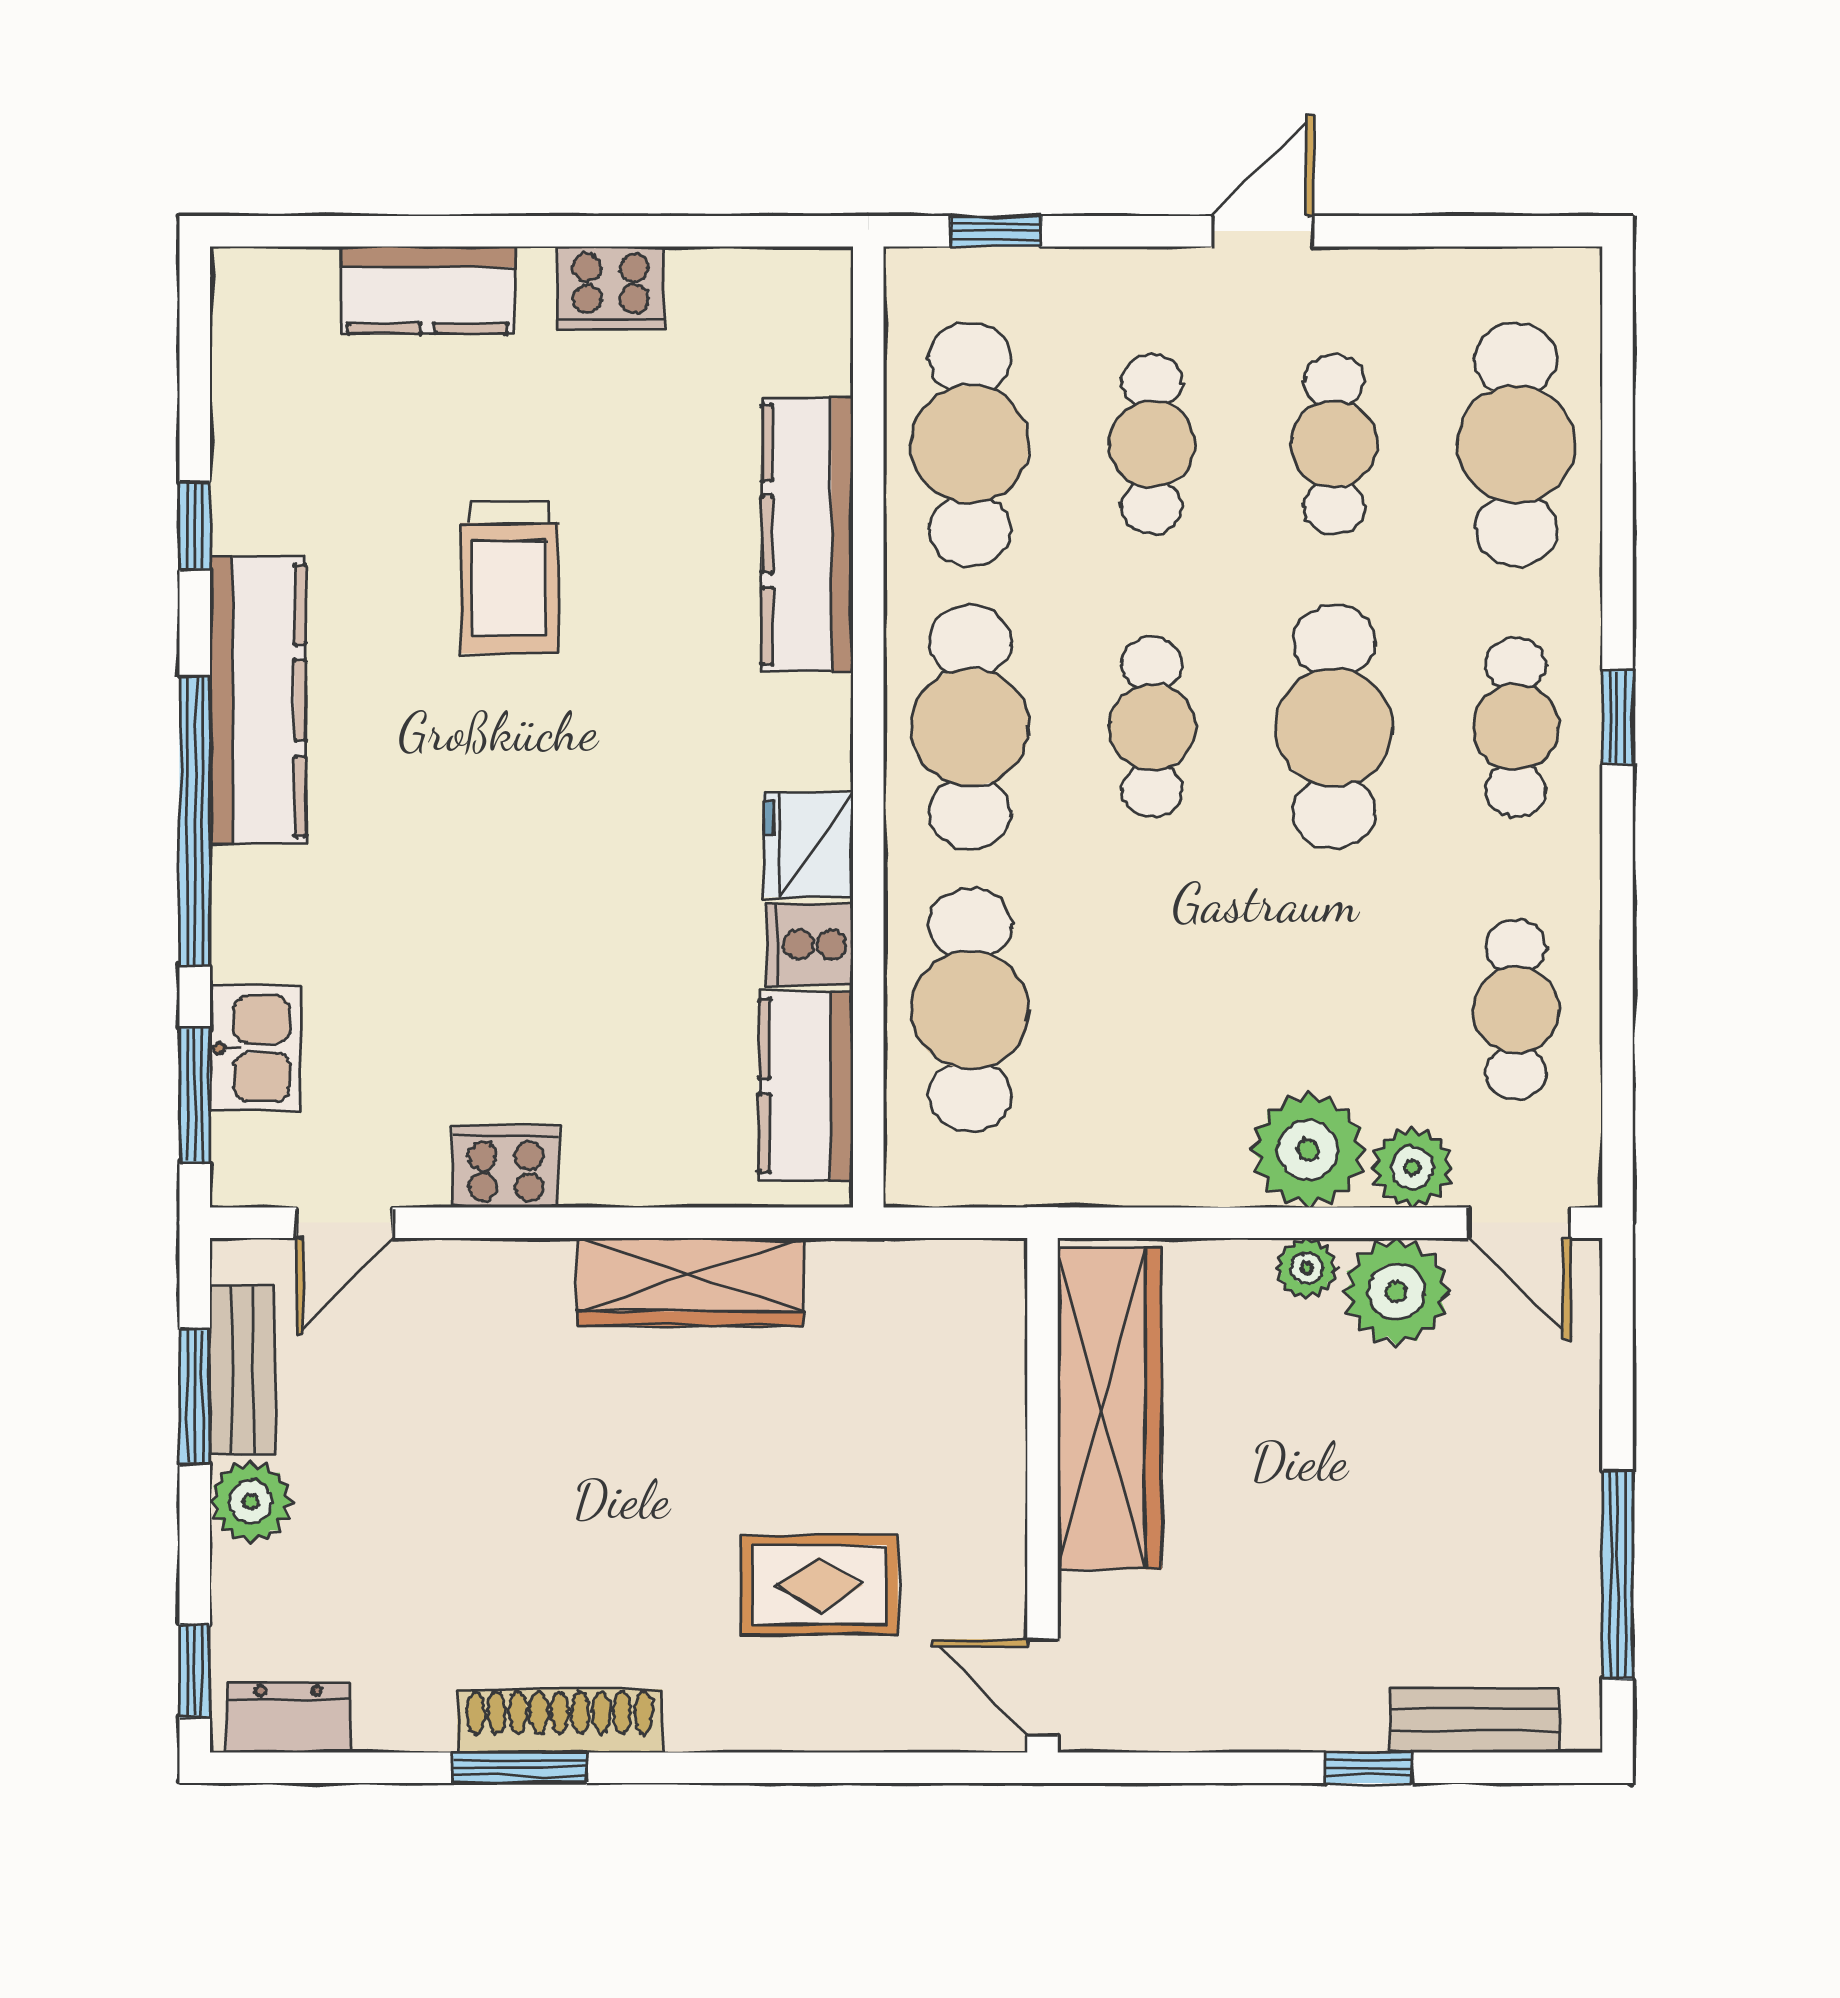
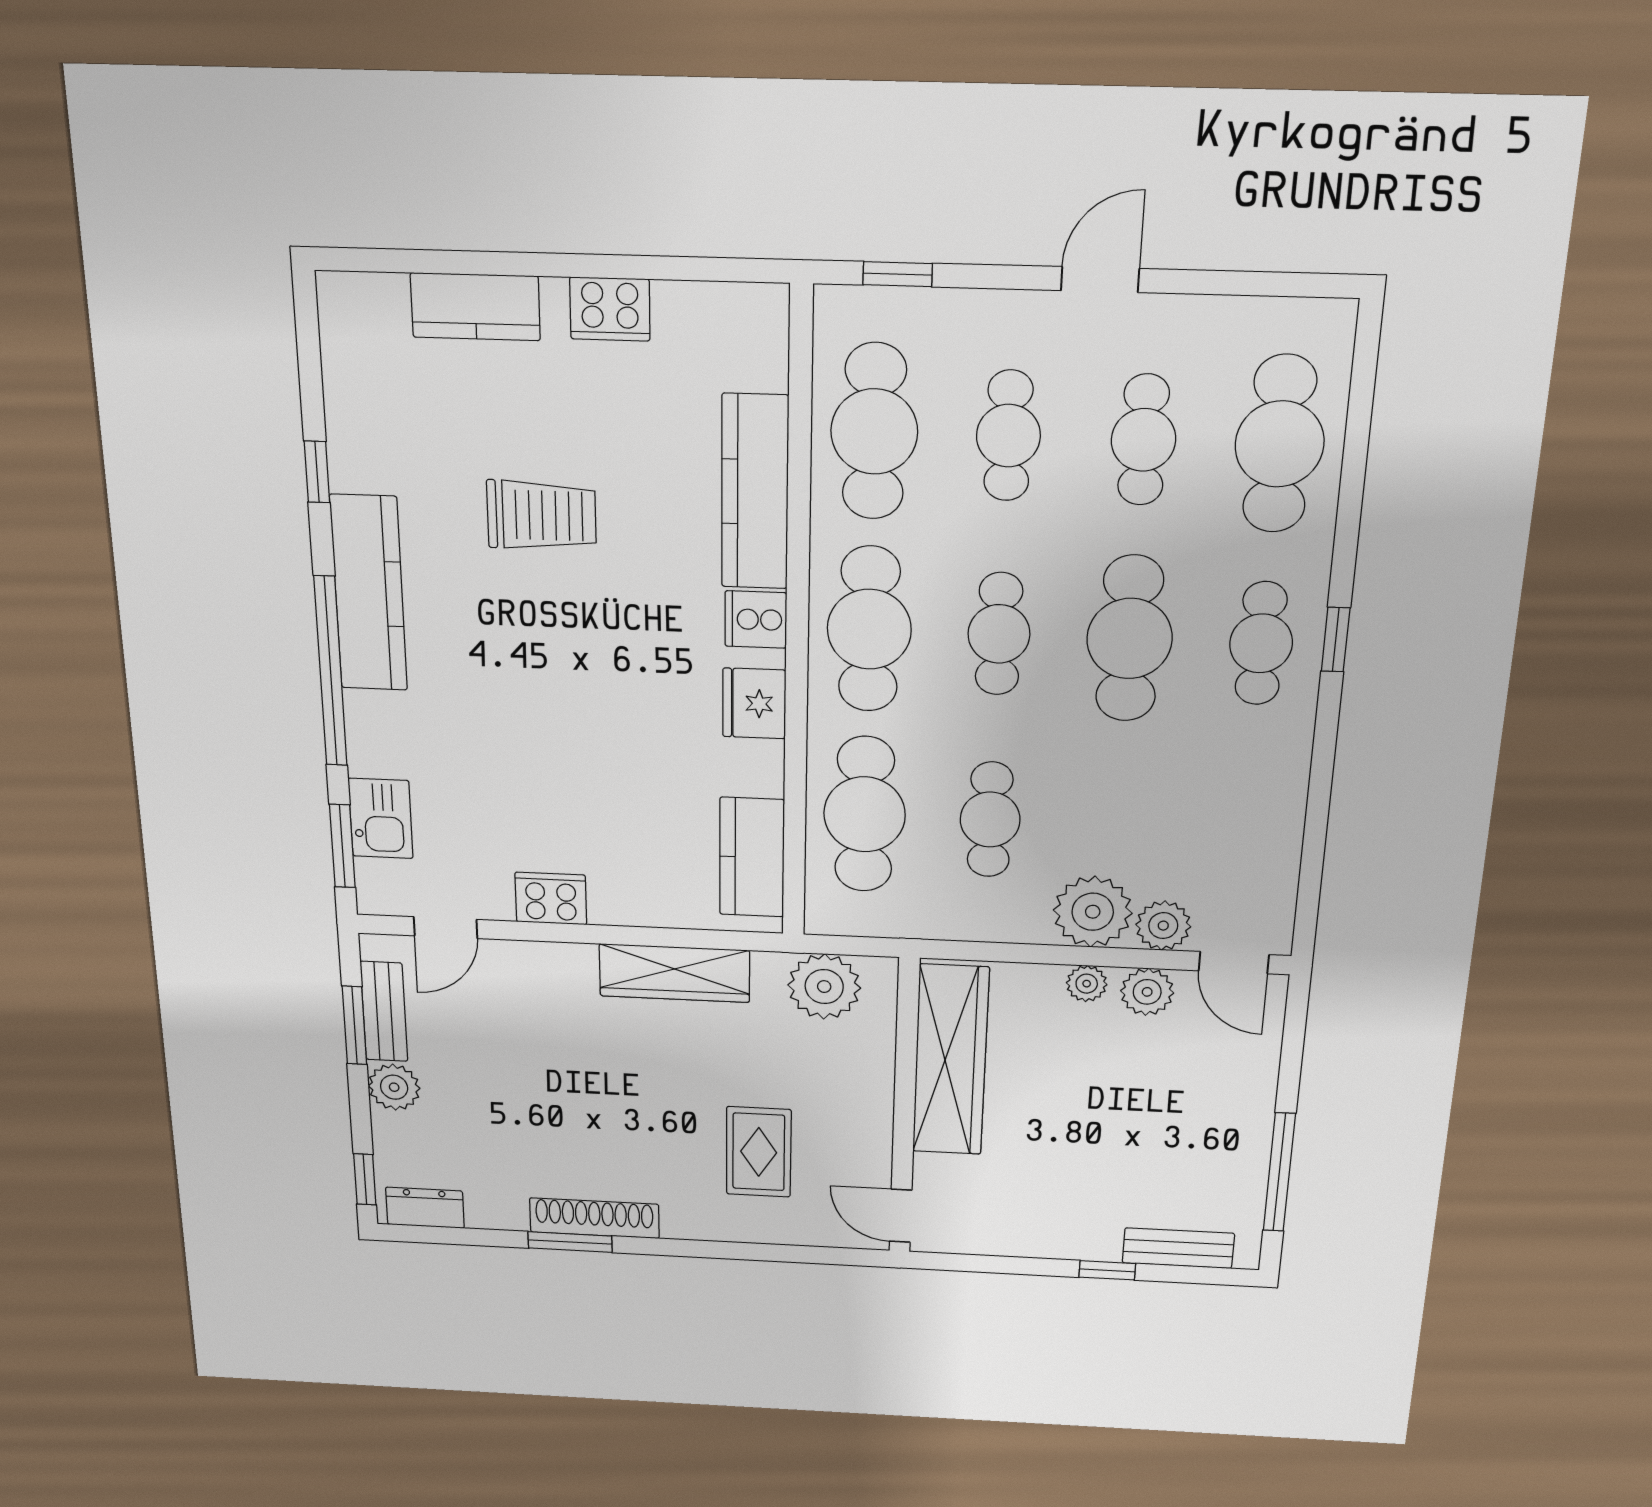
trolley: (509, 577) -> (542, 515), turned -90
cooker: (810, 944) -> (756, 620), moved
cafe table: (1516, 1010) -> (990, 820), moved
plant: (1396, 1292) -> (1147, 992), width x0.73, depth x0.73
plant: (916, 1293) -> (824, 987), added
rug: (819, 1585) -> (759, 1152), turned 90

